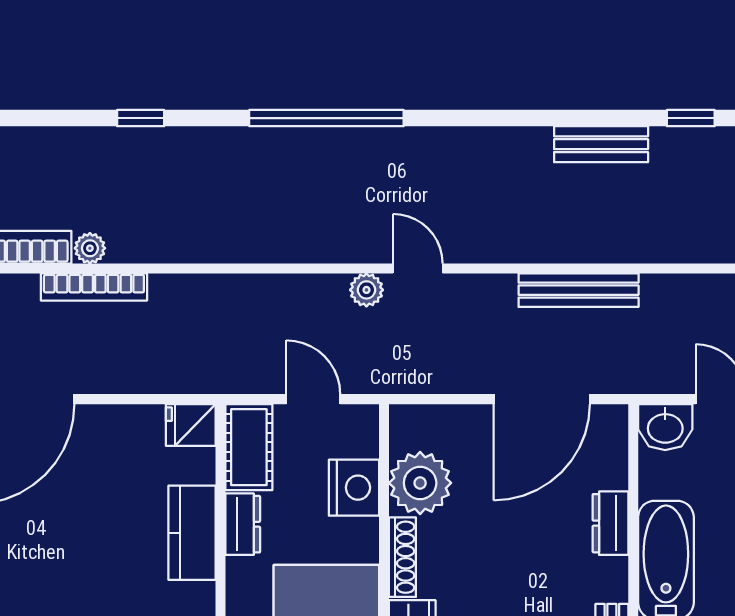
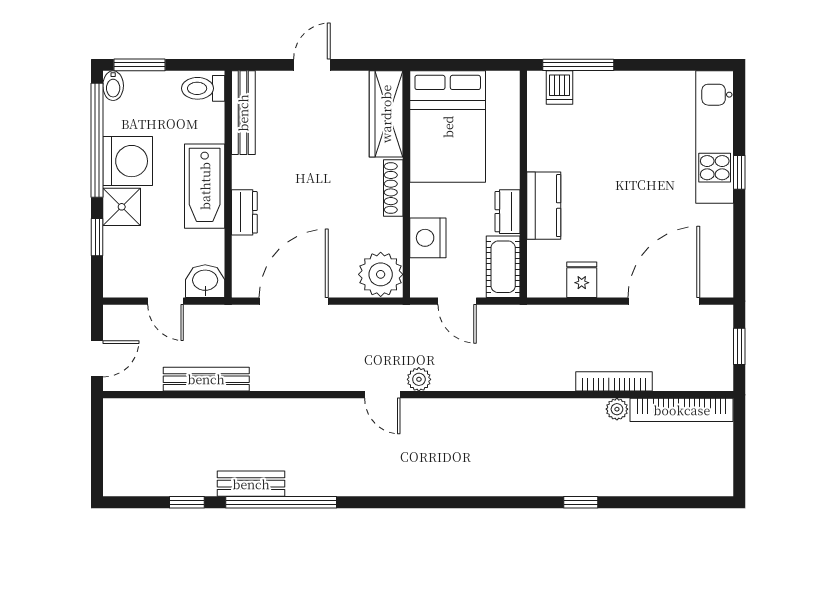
window: (326, 118) -> (281, 502), moved
bench: (579, 290) -> (206, 379), moved
fridge: (191, 425) -> (582, 280), moved, turned -90
plant: (420, 483) -> (381, 274), moved

